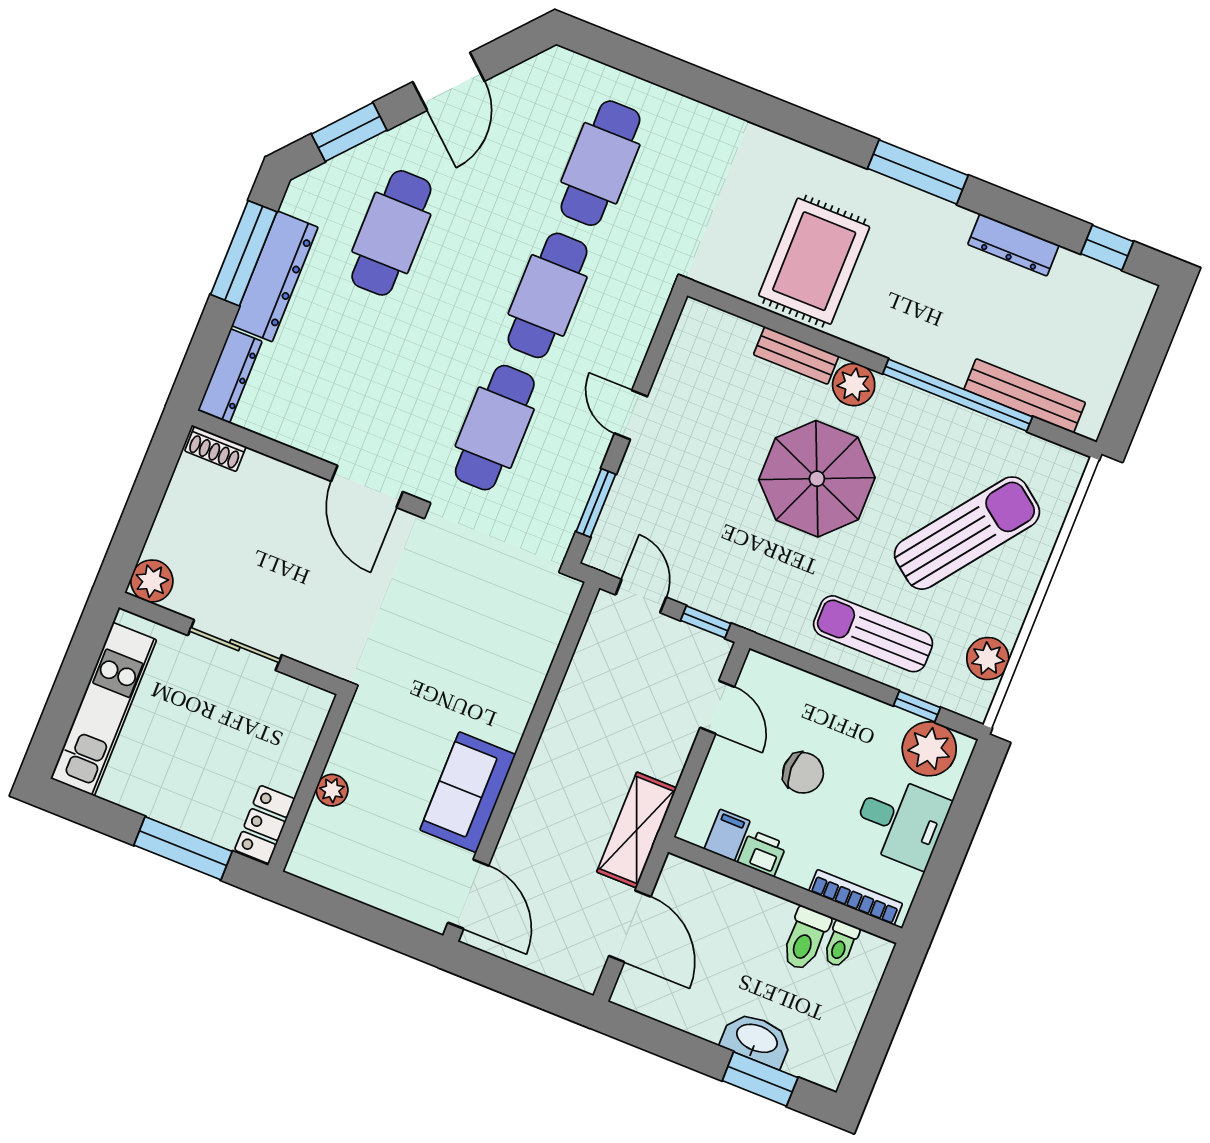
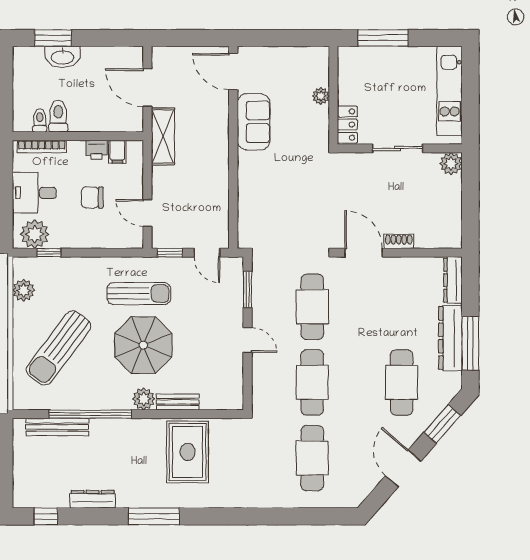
shoe rack: (215, 449) -> (399, 241), moved
sun lounger: (873, 634) -> (139, 294), moved
locker: (265, 824) -> (347, 125), moved

